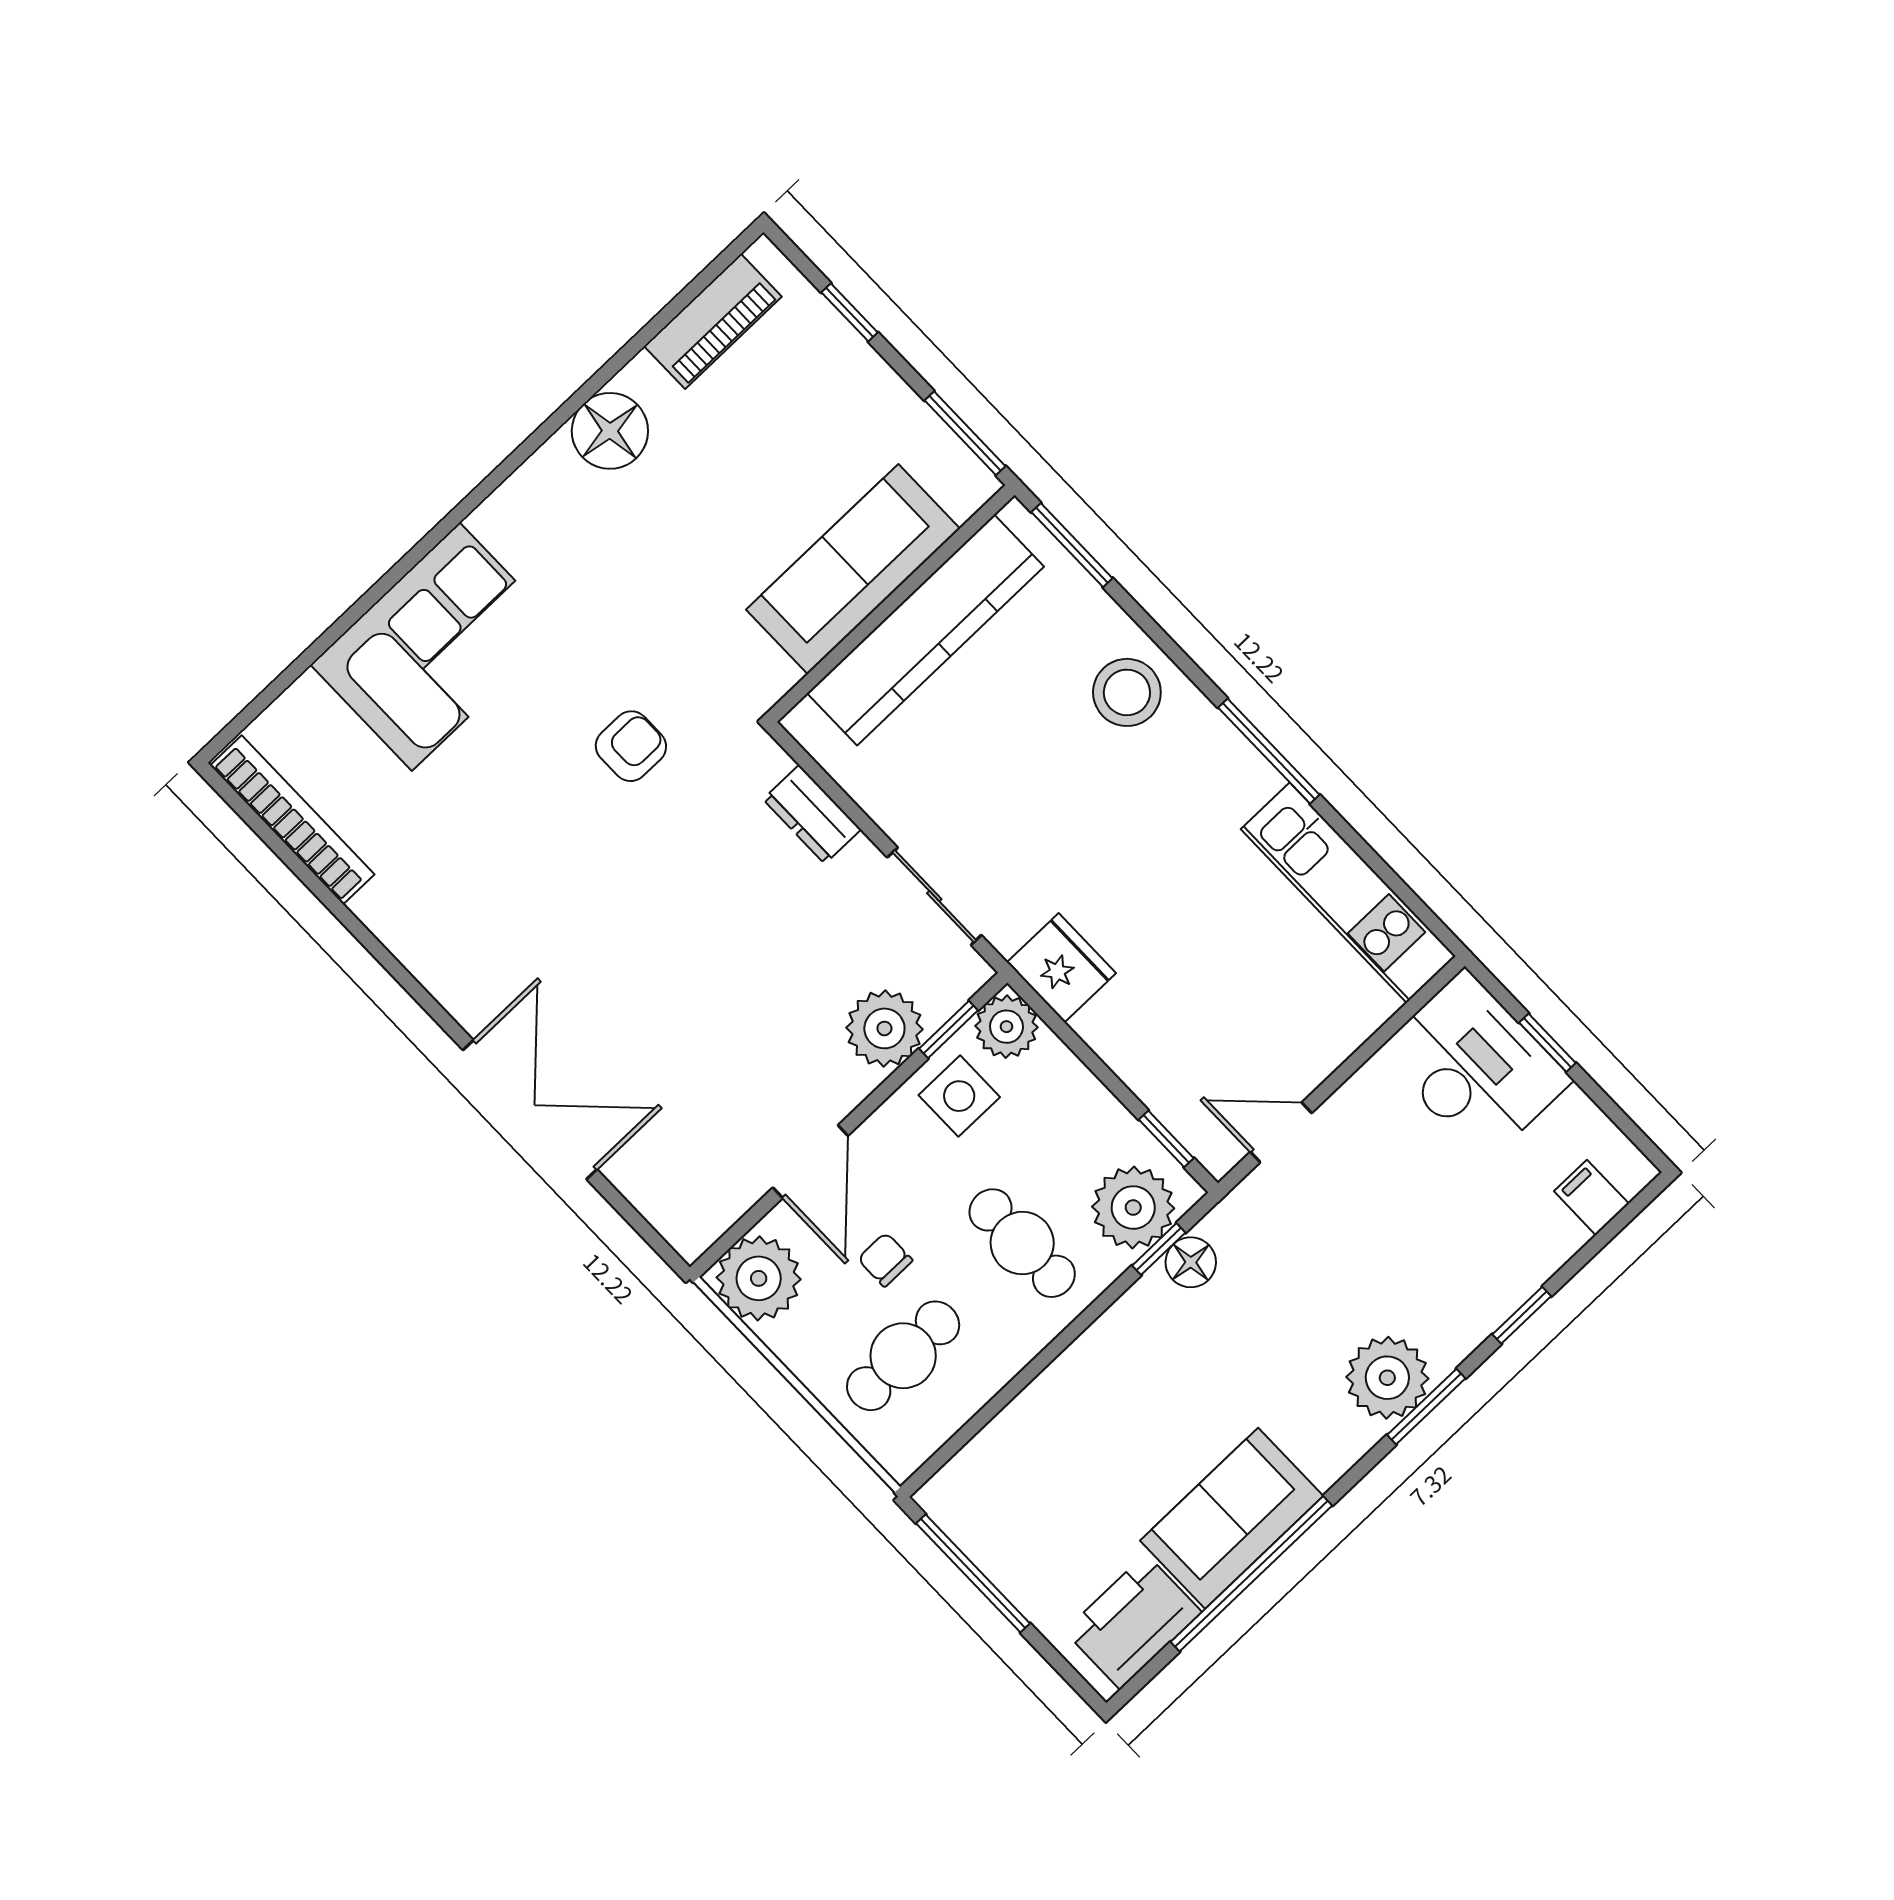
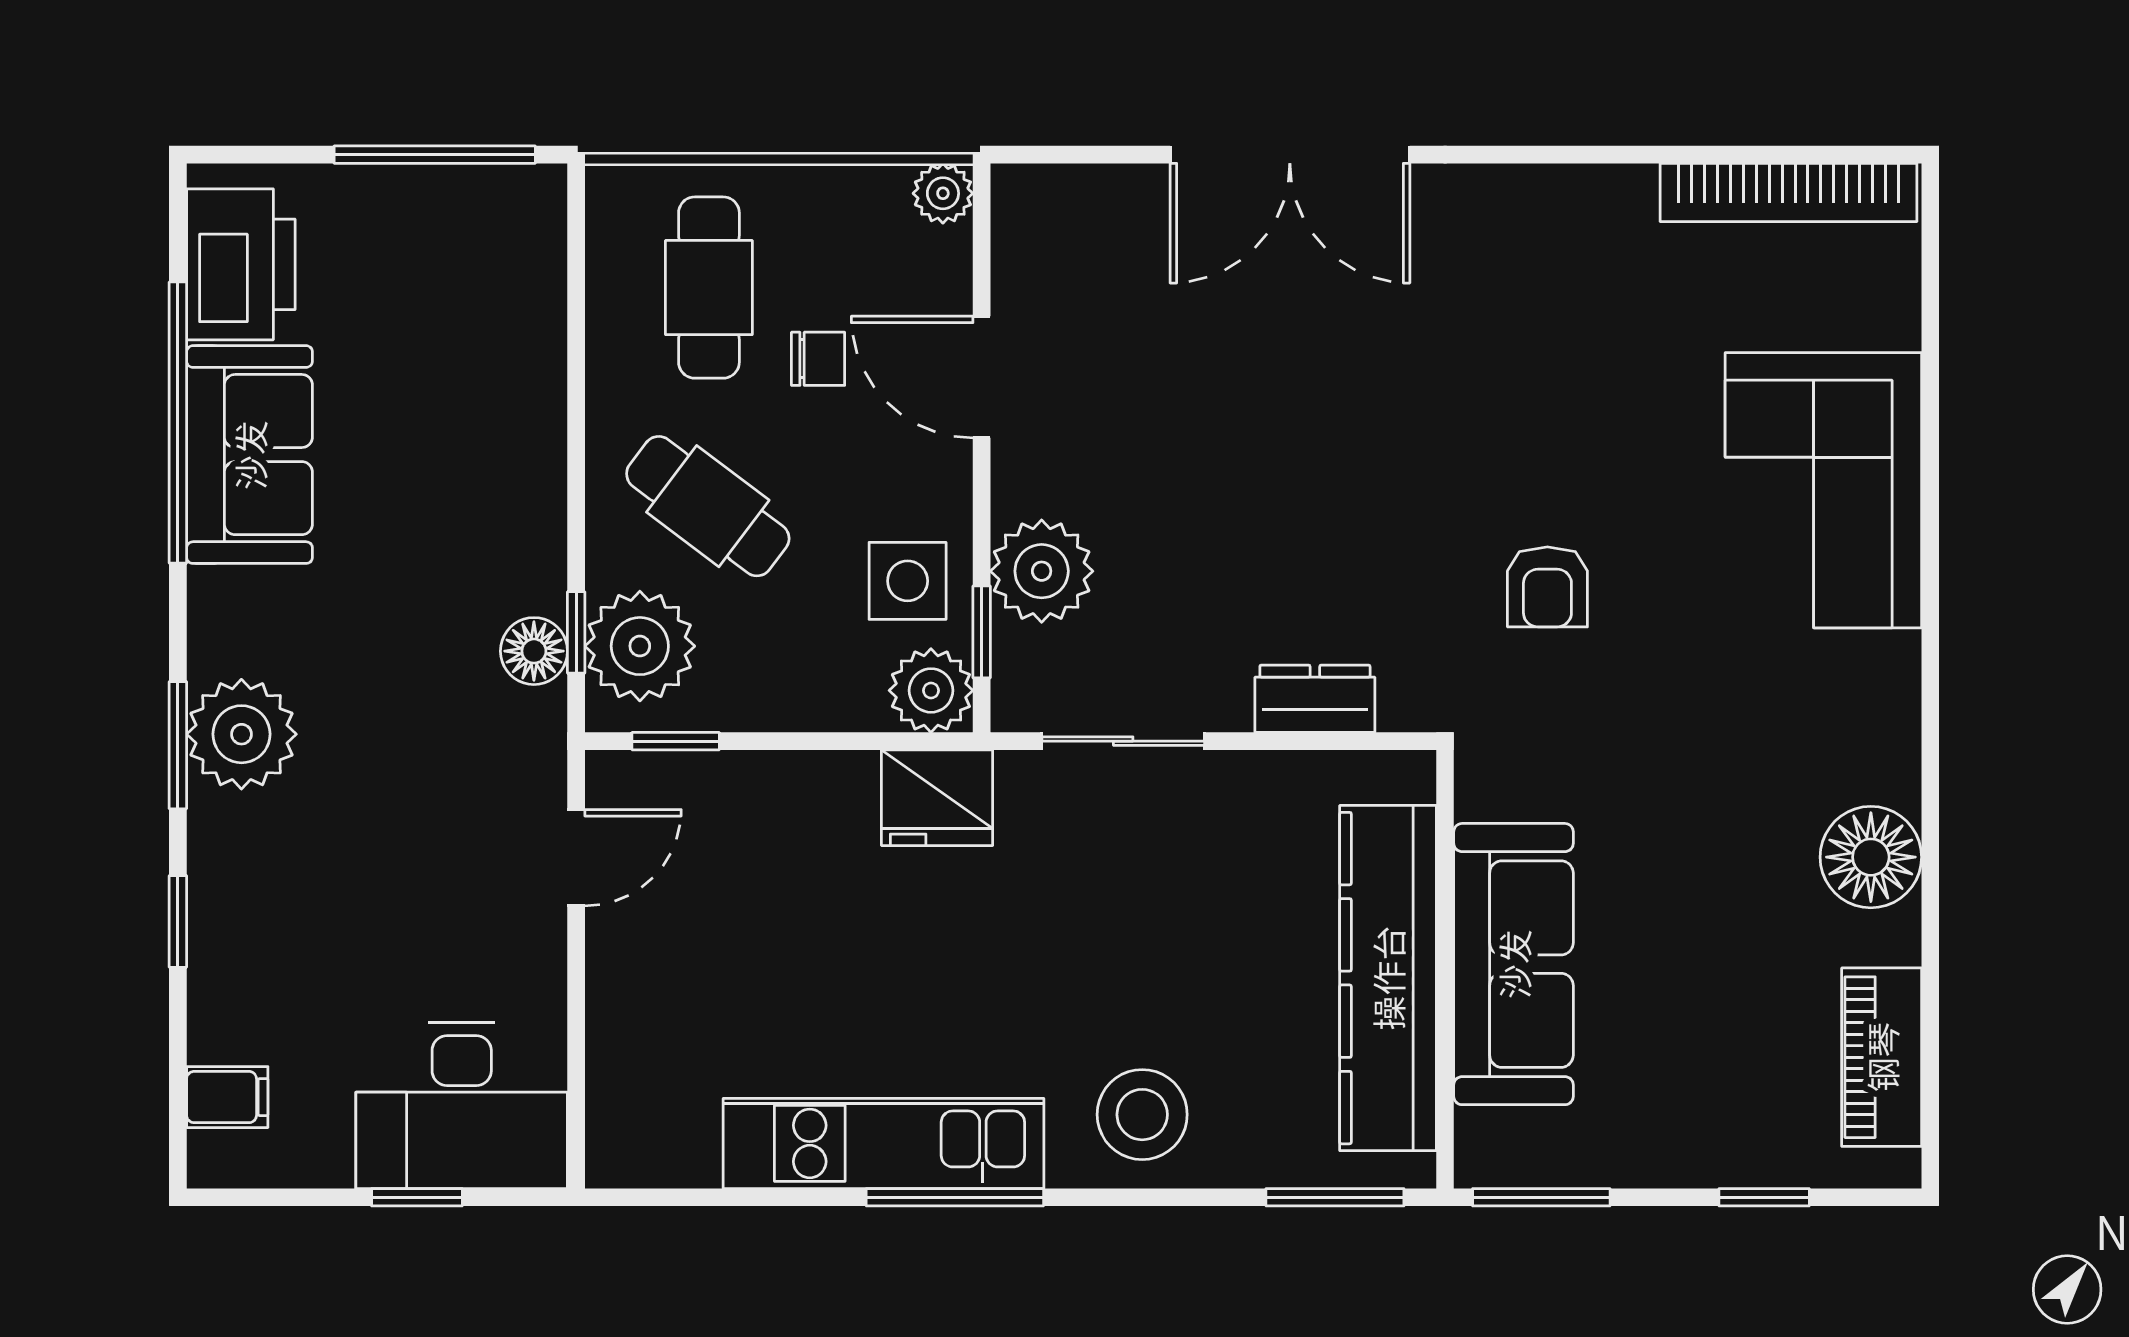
kitchen unit: (1348, 893) -> (883, 1143), moved
cafe table: (1022, 1243) -> (708, 506), turned 37
plant: (759, 1278) -> (943, 193), width x0.53, depth x0.53

